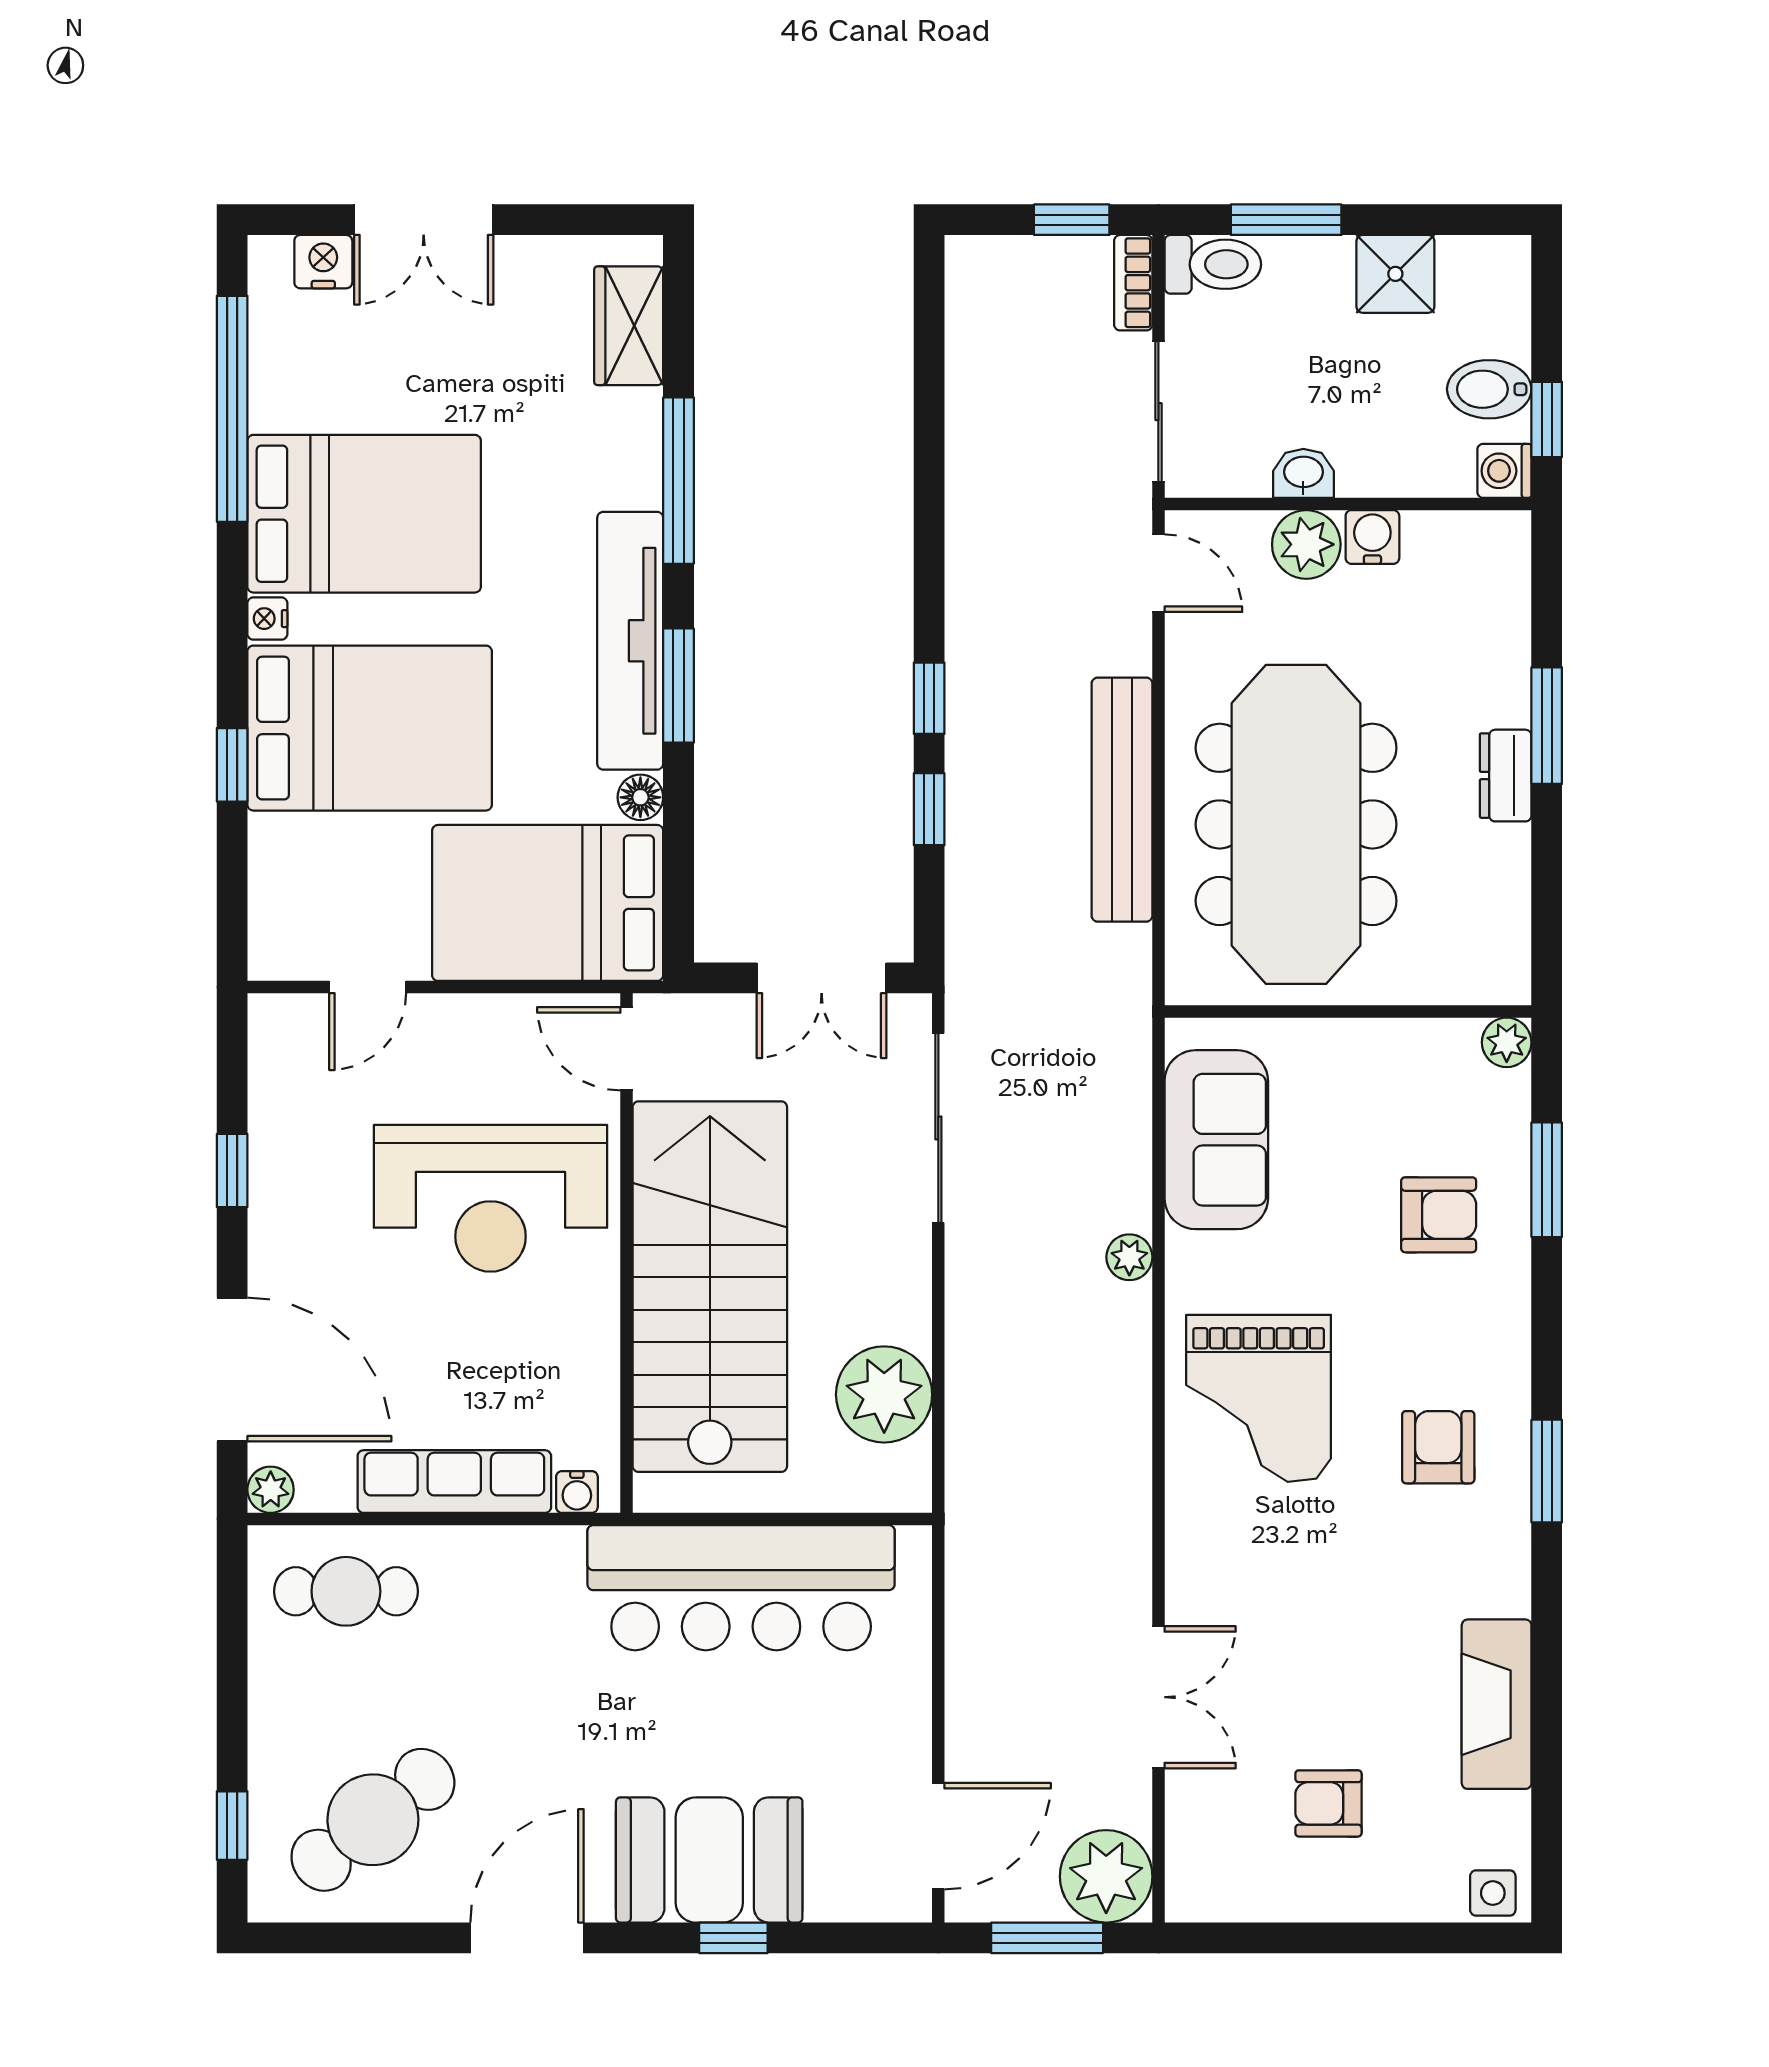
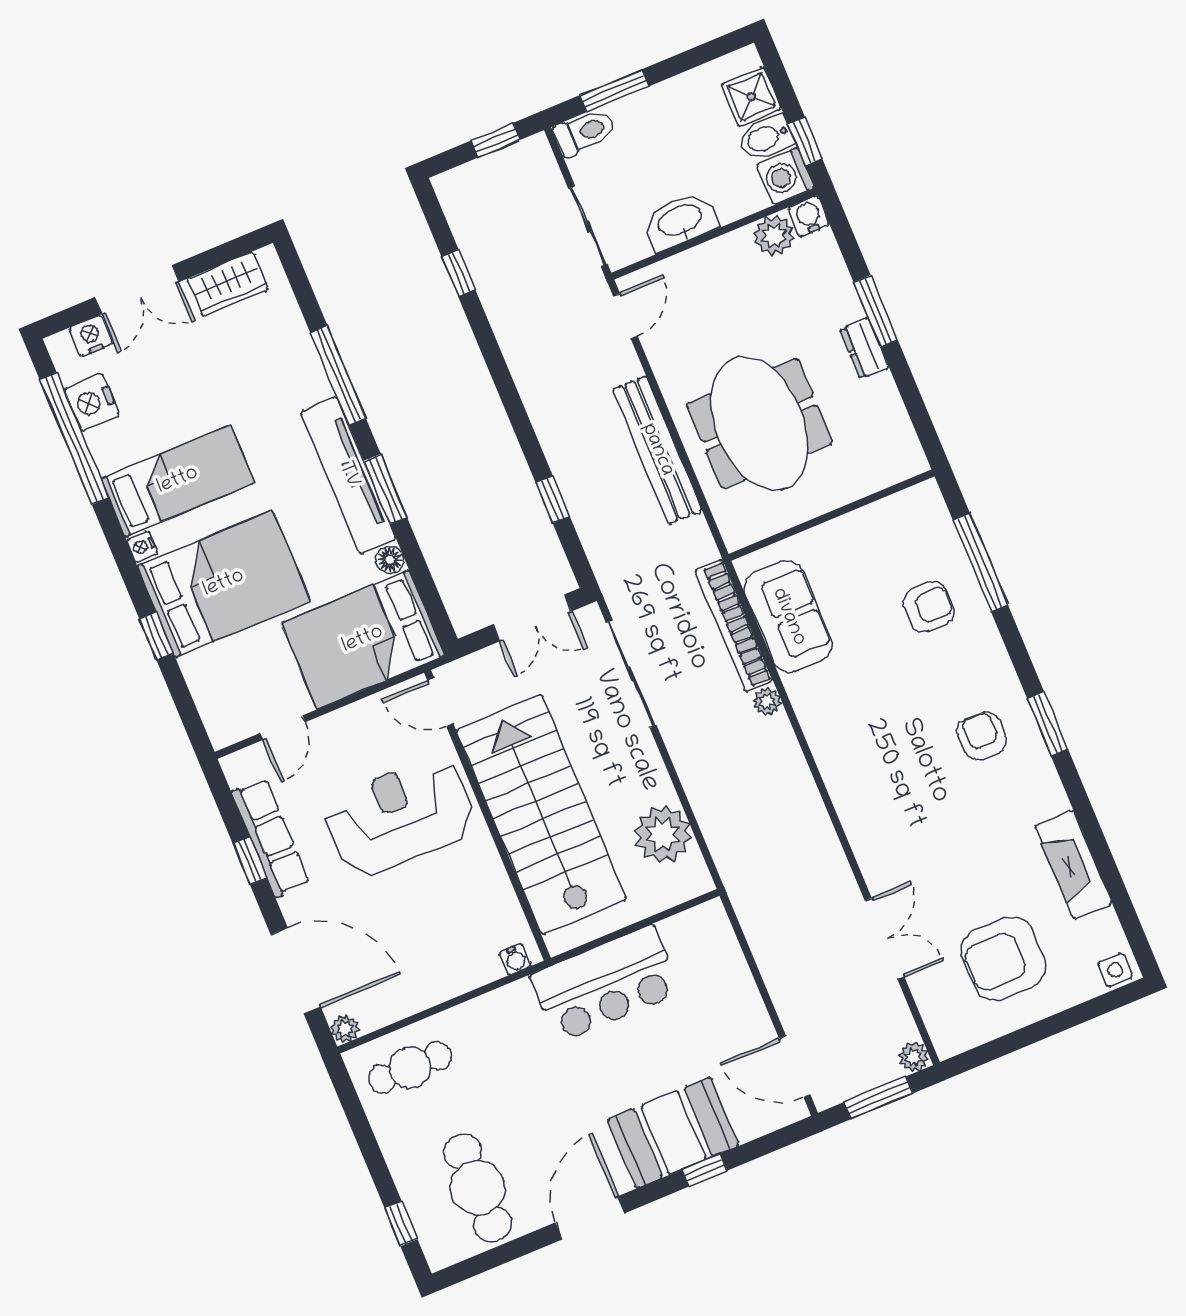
shower: (1395, 274) -> (751, 97), moved
bookcase: (1133, 283) -> (734, 626), moved, width x2.31, depth x1.31
wardrobe: (629, 326) -> (228, 284), moved, turned -90
nightstand: (282, 364) -> (92, 402), added
washing machine: (1504, 471) -> (785, 176), width x1.38, depth x1.38
washbasin: (1303, 473) -> (680, 221), width x1.91, depth x1.45
bed: (364, 514) -> (178, 481), width x0.67
water cooler: (1372, 537) -> (809, 216), moved
plant: (1306, 544) -> (774, 235), moved
door: (1158, 573) -> (625, 316), hinge flipped
window: (929, 698) -> (458, 273), moved
meeting table: (1296, 824) -> (760, 423), width x0.73
plant: (1507, 1042) -> (927, 496), removed
window: (1547, 1180) -> (980, 563), width x1.44
reception desk: (491, 1198) -> (399, 816), turned 180
grand piano: (1259, 1398) -> (871, 750), removed
row of seats: (454, 1482) -> (271, 838), moved, turned 90
bar counter: (741, 1588) -> (605, 984), width x0.73
armchair: (1328, 1803) -> (1003, 958), width x1.88, depth x1.88
cafe table: (373, 1820) -> (478, 1188), turned -52
door: (938, 1836) -> (795, 1067), swing flipped
plant: (1106, 1876) -> (914, 1057), width x0.53, depth x0.53

